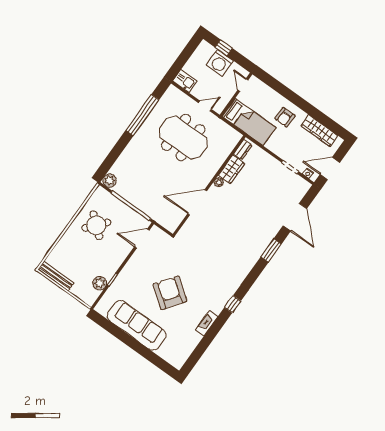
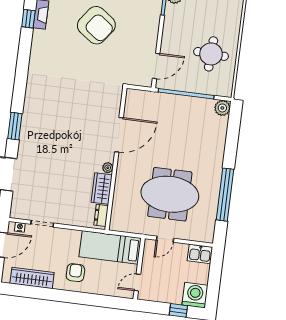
washing machine: (220, 63) -> (195, 295), moved
door: (243, 85) -> (137, 283), swing flipped
round table: (96, 225) -> (211, 54), turned -37
window: (233, 304) -> (28, 19), moved

